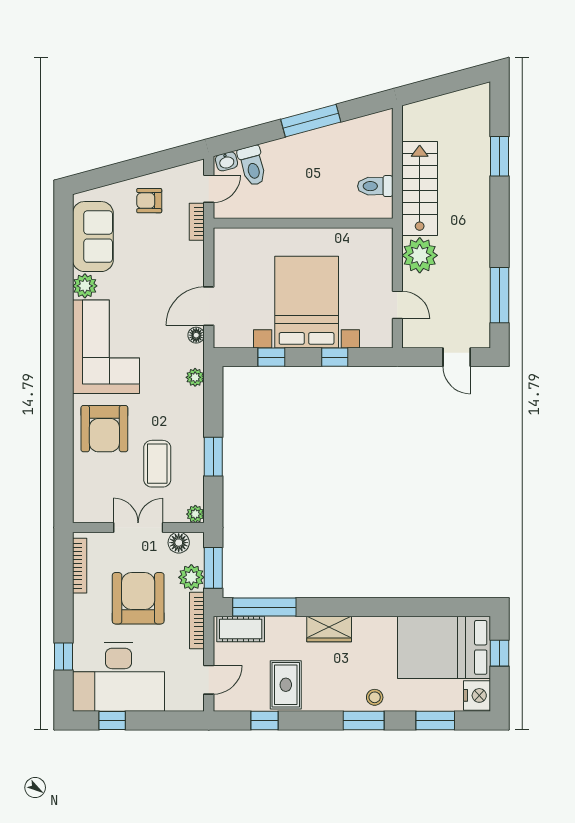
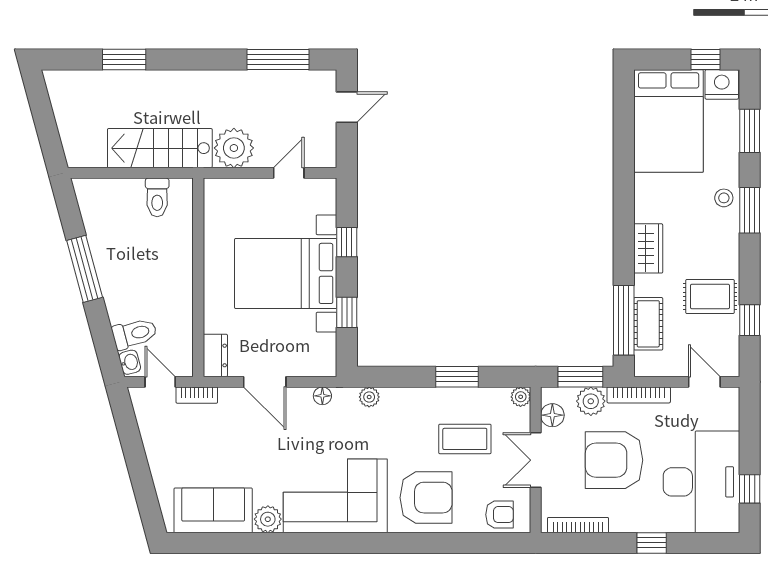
armchair: (149, 201) -> (500, 515), moved, turned -90
dresser: (233, 239) -> (215, 355), added
door: (209, 306) -> (265, 382), moved
cot: (241, 629) -> (648, 324), moved
window: (500, 653) -> (706, 60), moved
window: (63, 656) -> (652, 543), moved

